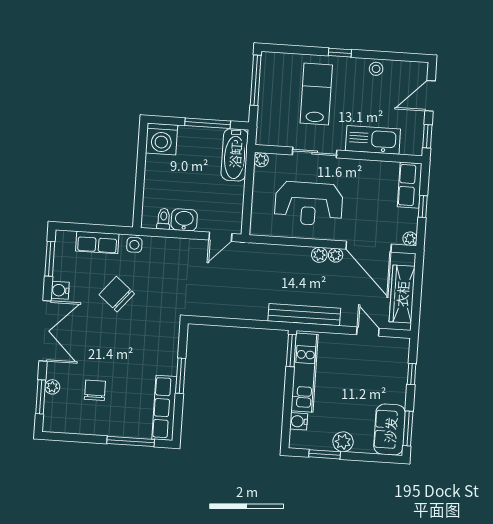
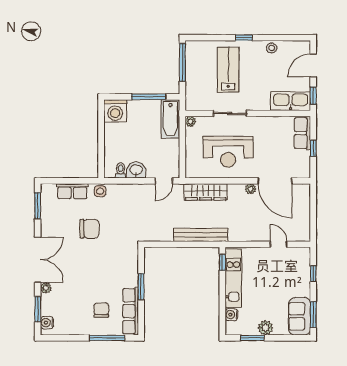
kitchen sink: (373, 140) -> (291, 101), moved
plant: (410, 239) -> (305, 173), removed
plant: (319, 255) -> (239, 189), removed
water cooler: (60, 290) -> (47, 323), moved
chair: (117, 294) -> (89, 229), turned 140
wardrobe: (402, 294) -> (206, 192), moved, turned -90
bench: (304, 315) -> (201, 235), moved
window: (291, 350) -> (222, 262), width x0.67
plant: (52, 387) -> (46, 288), moved
chair: (95, 390) -> (101, 310), moved

